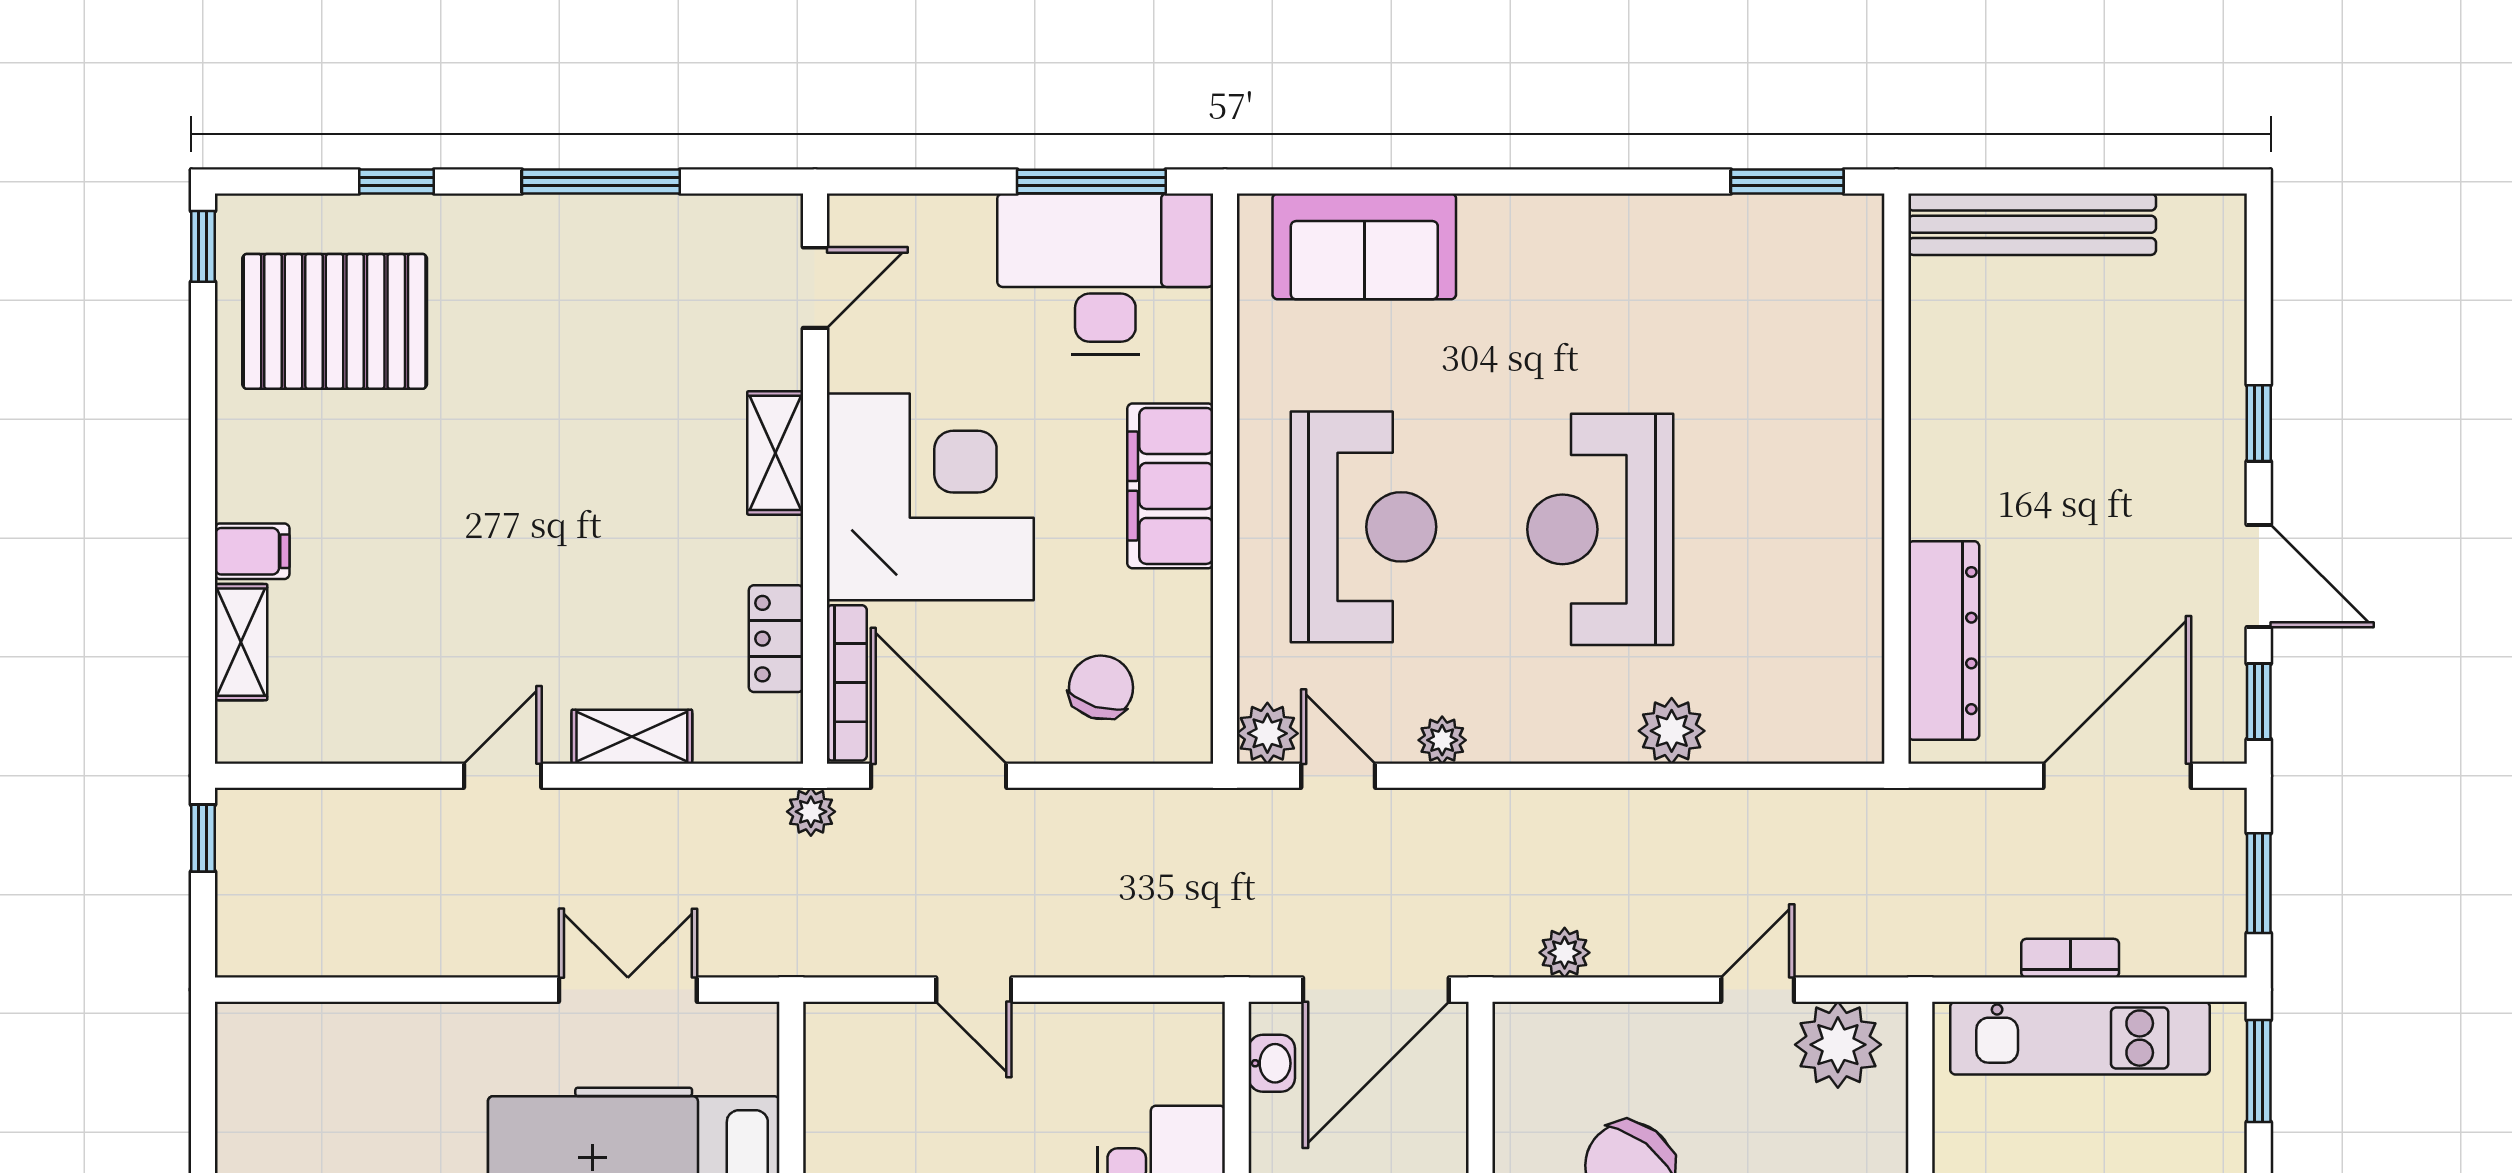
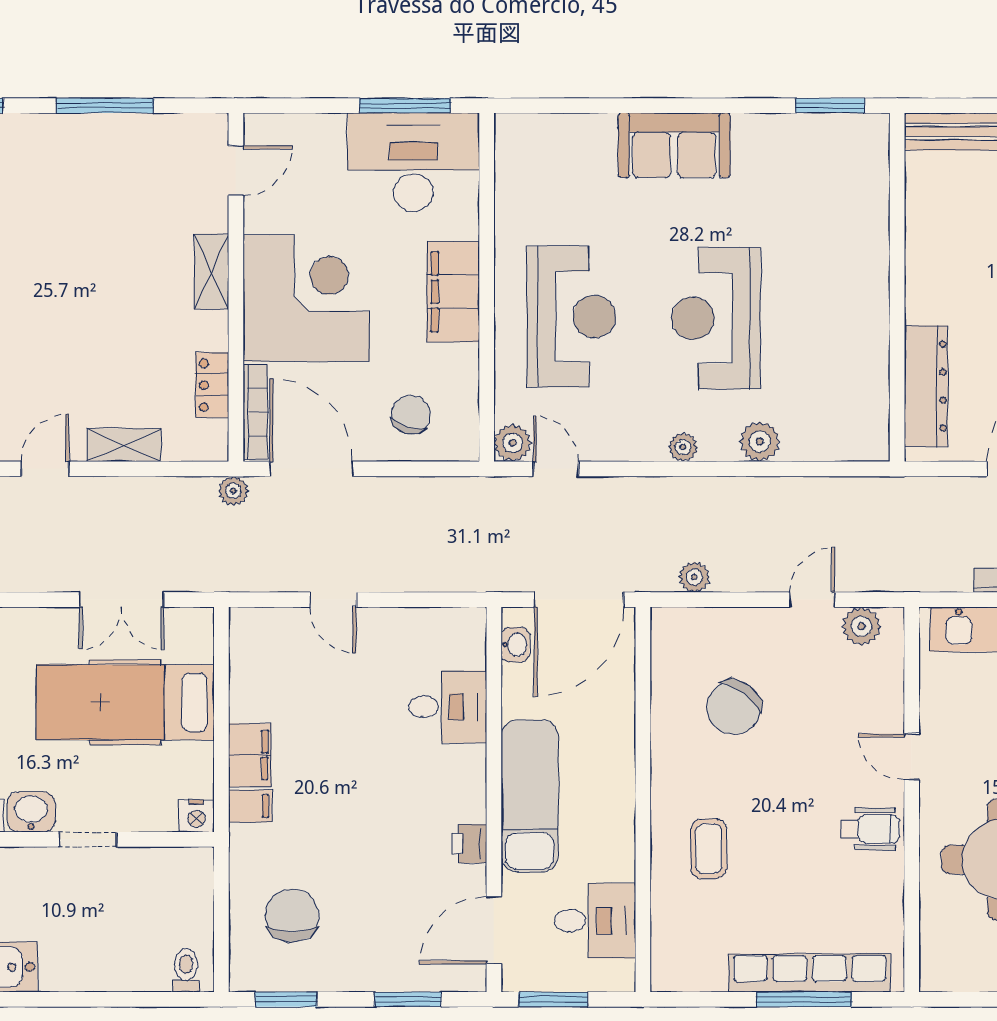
sofa: (1364, 246) -> (674, 145), moved
plant: (1442, 740) -> (683, 447), moved
double door: (628, 990) -> (122, 600), swing flipped
plant: (1838, 1045) -> (861, 626), width x0.73, depth x0.73

